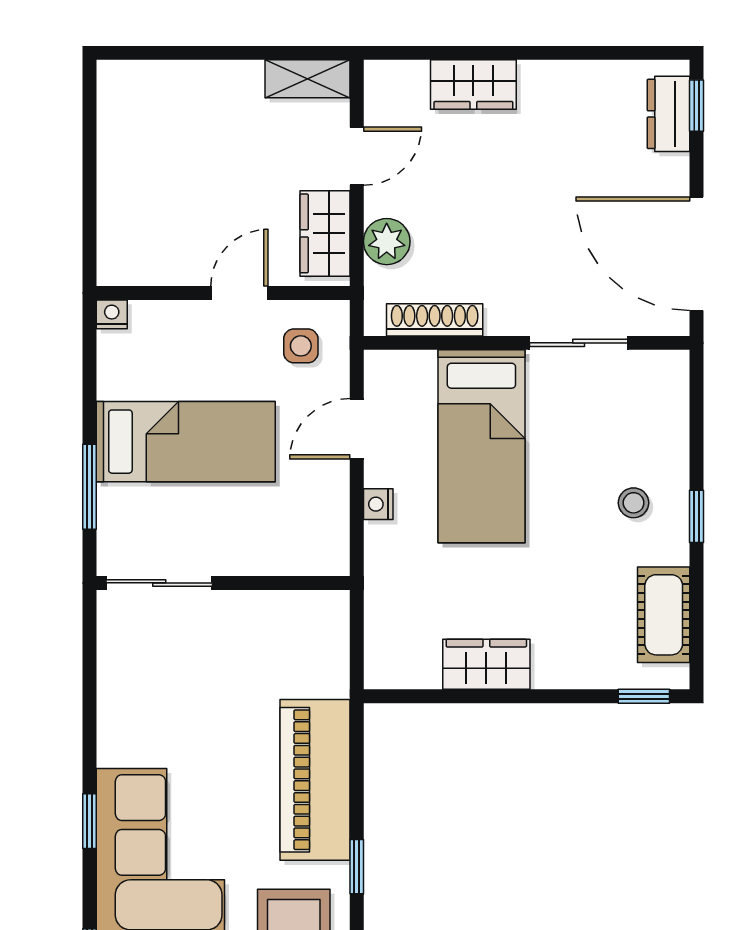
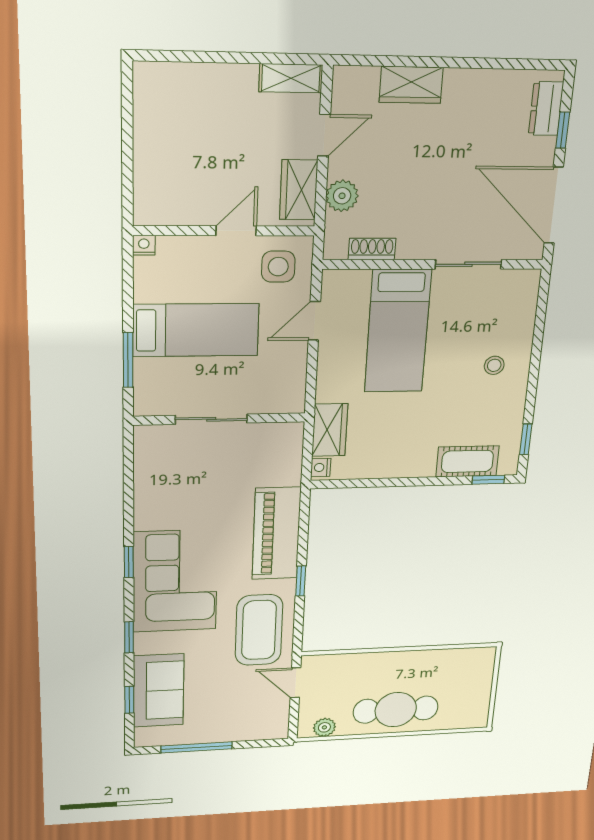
window: (697, 106) -> (563, 130), moved
shoe rack: (435, 320) -> (372, 249), width x0.70
side table: (301, 346) -> (278, 267), width x1.37, depth x1.37
nightstand: (378, 504) -> (321, 467), moved
window: (697, 516) -> (526, 439), moved
sliding door: (159, 583) -> (211, 419), moved
cot: (664, 615) -> (467, 461), moved, turned 90
wardrobe: (486, 664) -> (330, 430), moved, turned 90

